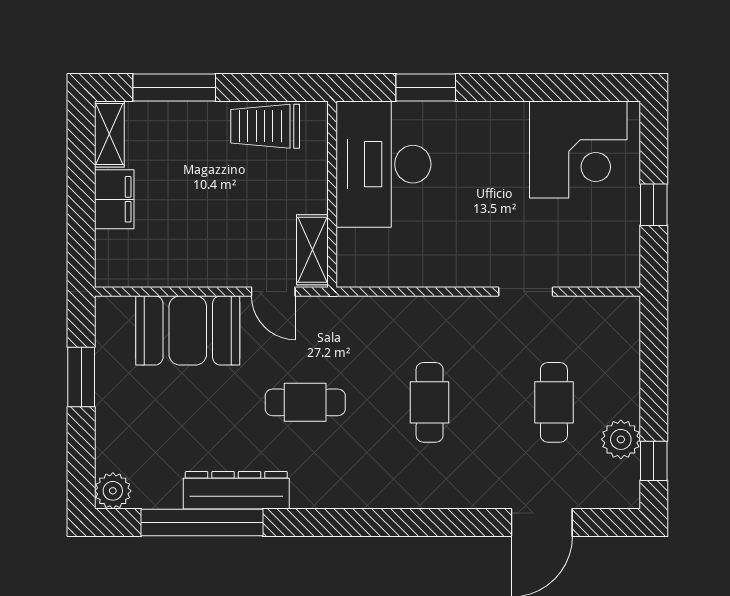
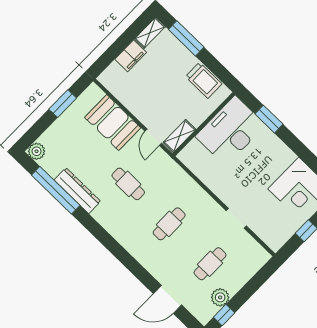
trolley: (265, 126) -> (204, 80), turned 180

